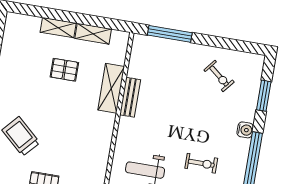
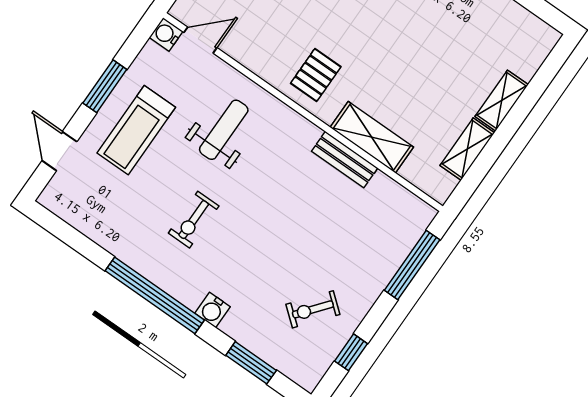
window: (233, 44) -> (351, 352), added
pallet: (64, 70) -> (316, 75), moved

